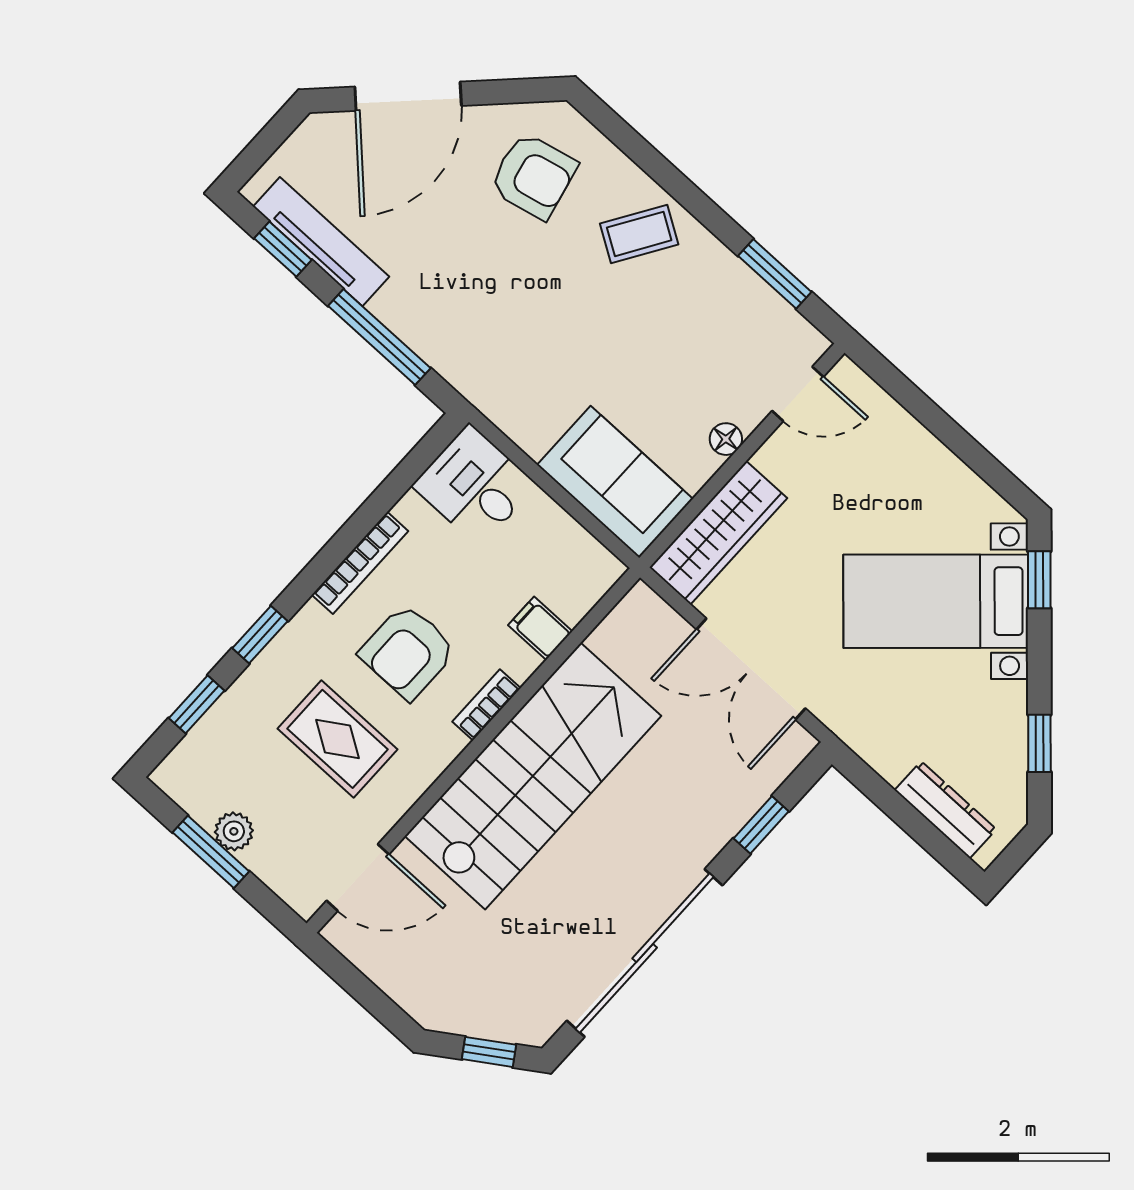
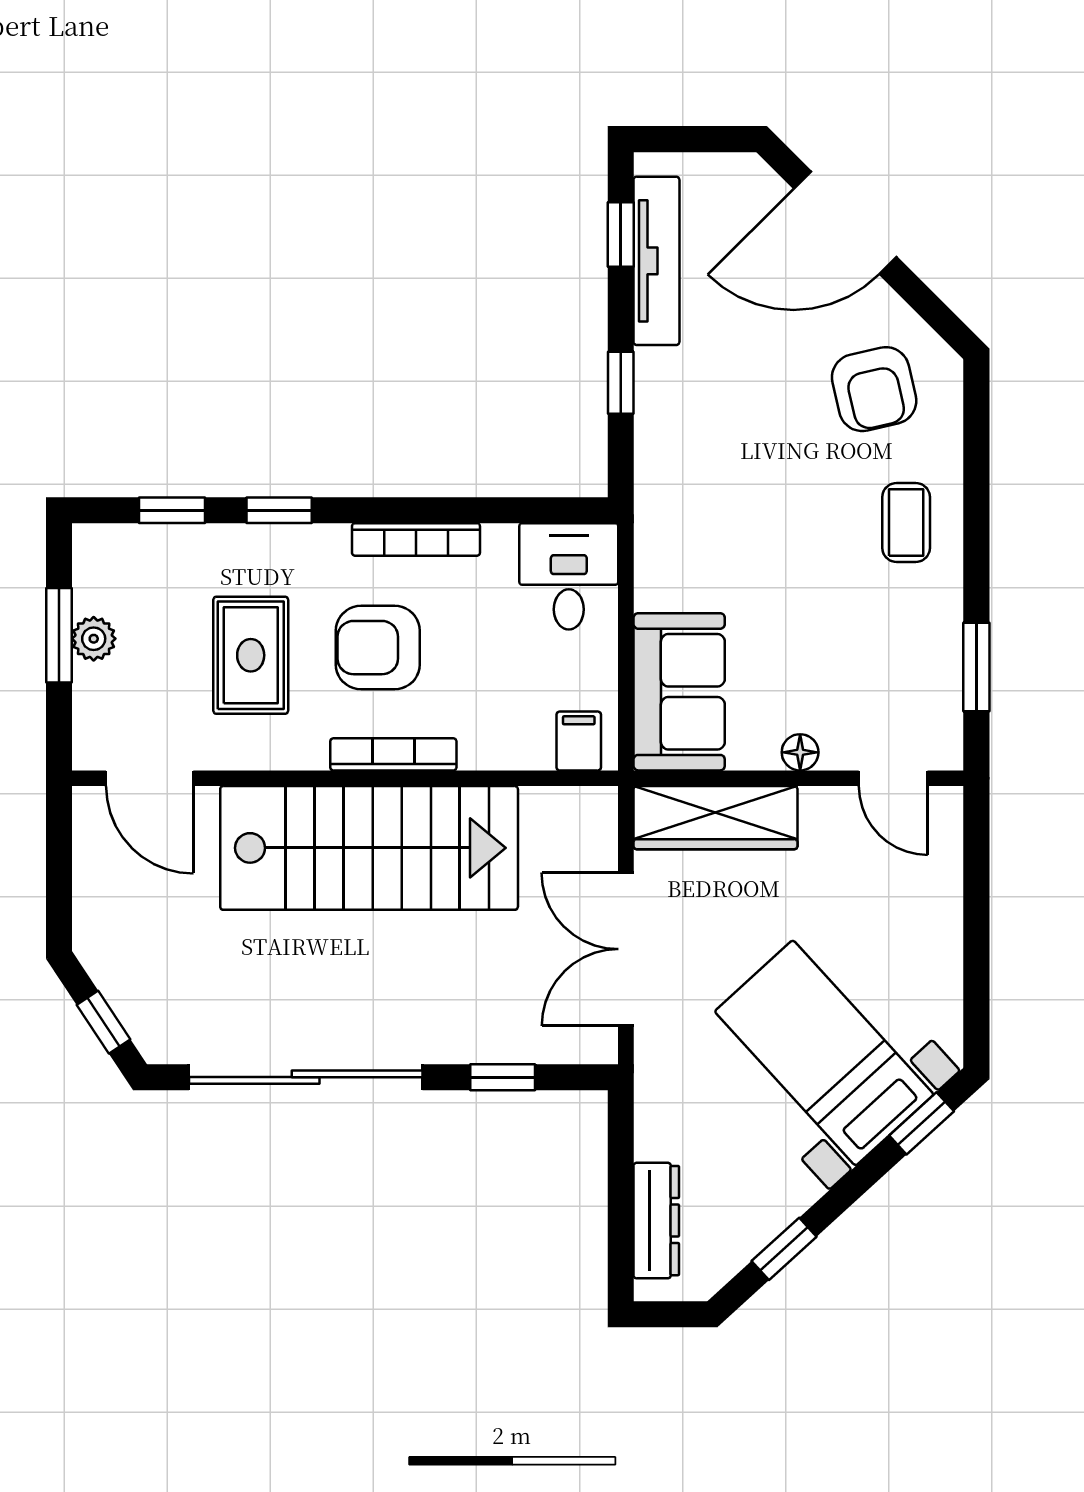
coffee table: (639, 234) -> (906, 522), turned 58
window: (379, 337) -> (621, 383), width x0.46
filing cabinet: (540, 628) -> (579, 741), moved
bookcase: (486, 705) -> (393, 754), width x1.56

